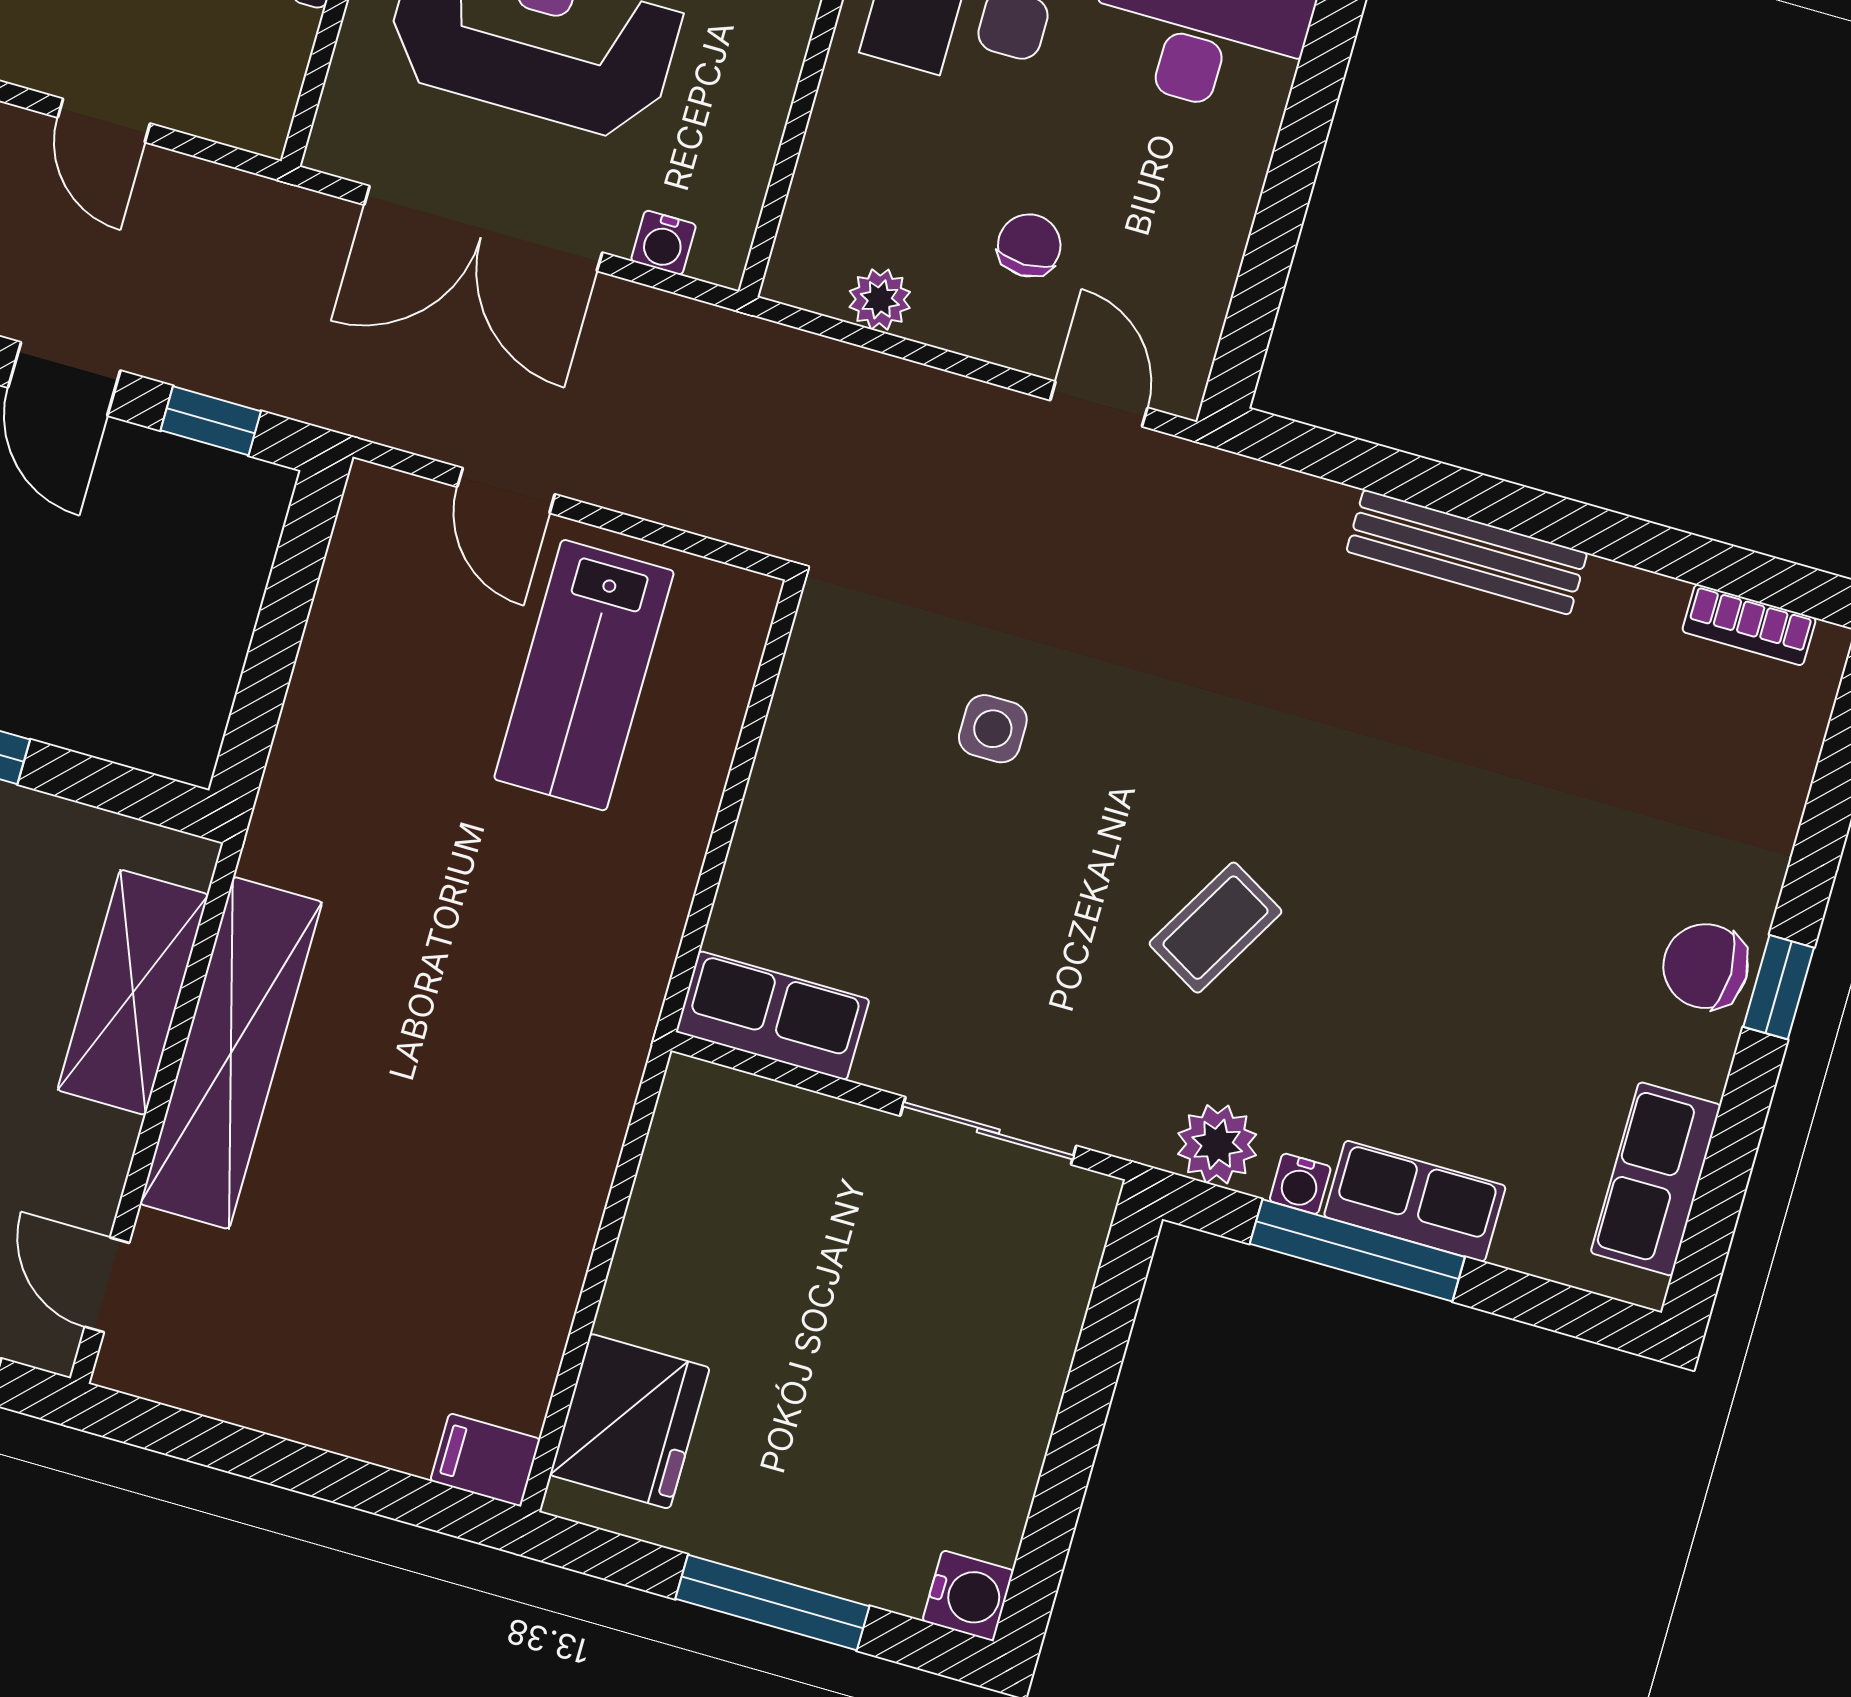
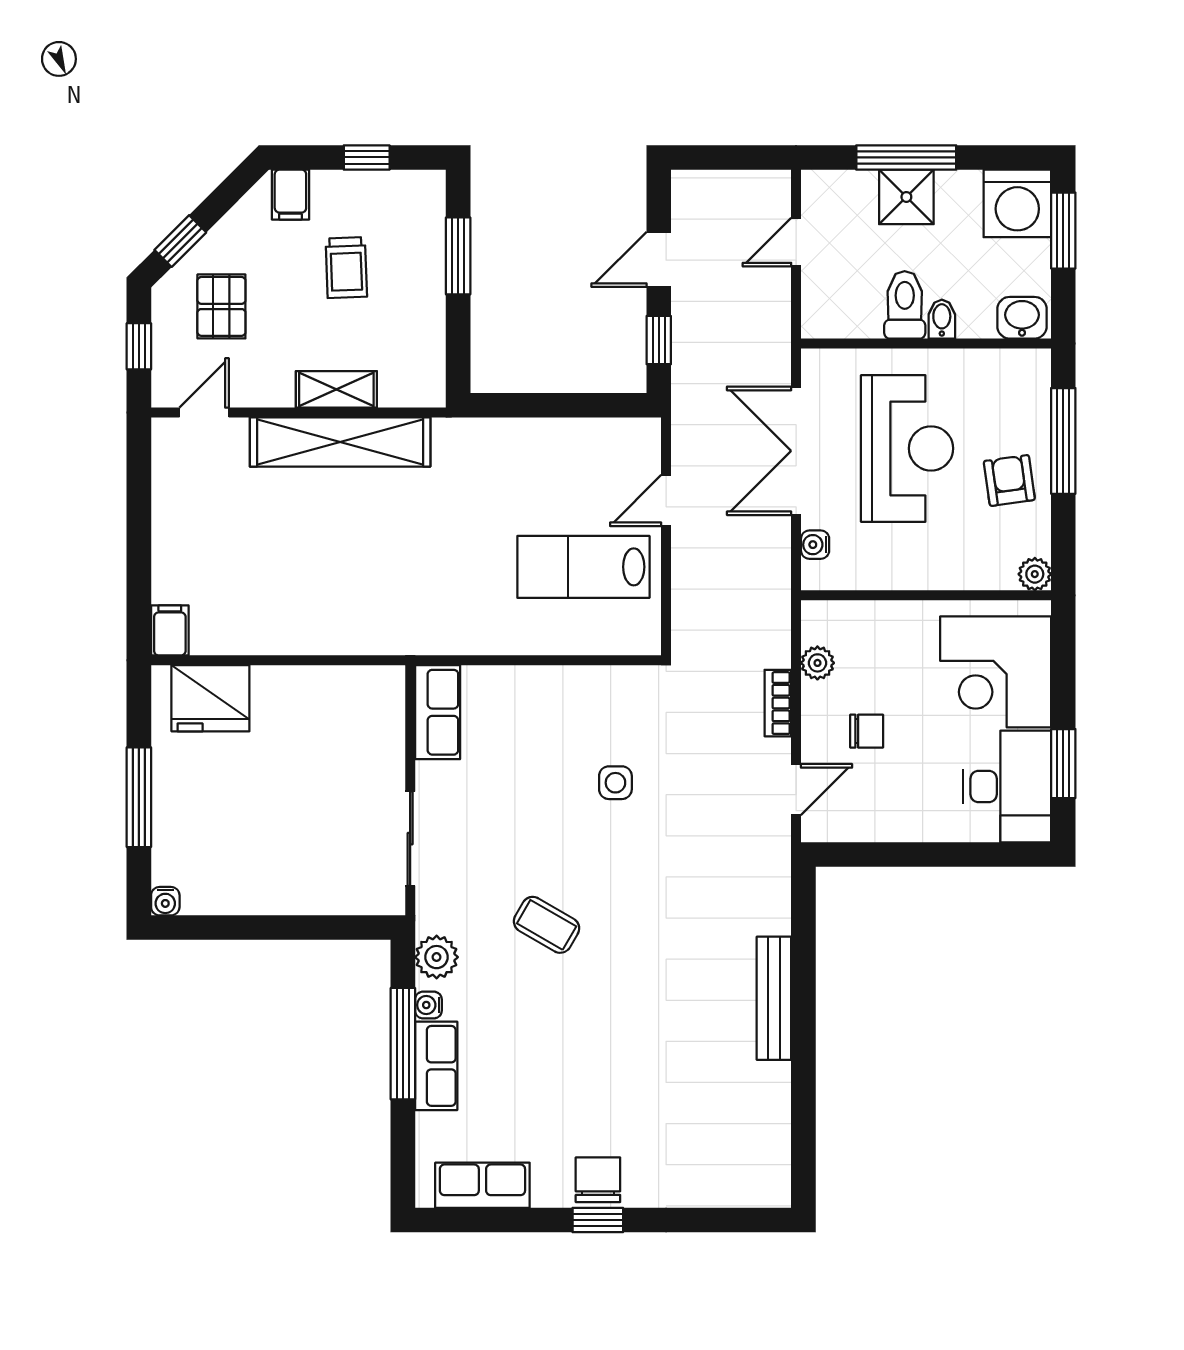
bookcase: (1749, 625) -> (778, 703), moved
shelving: (133, 992) -> (336, 389), width x0.67, depth x0.75
water cooler: (968, 1596) -> (165, 901), width x0.72, depth x0.72

